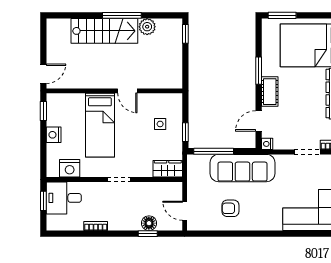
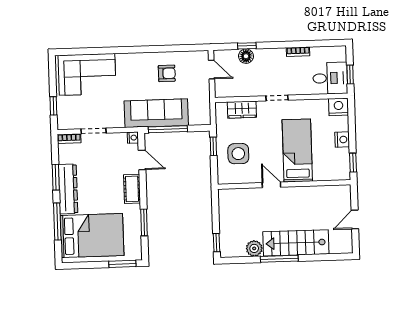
window: (259, 71) -> (144, 222), moved
door: (43, 74) -> (355, 220), moved
door: (259, 121) -> (142, 160), hinge flipped
side table: (160, 124) -> (238, 154), width x1.87, depth x1.87
window: (214, 151) -> (168, 129), moved
nightstand: (70, 168) -> (338, 107), moved
wardrobe: (168, 169) -> (242, 110), moved

